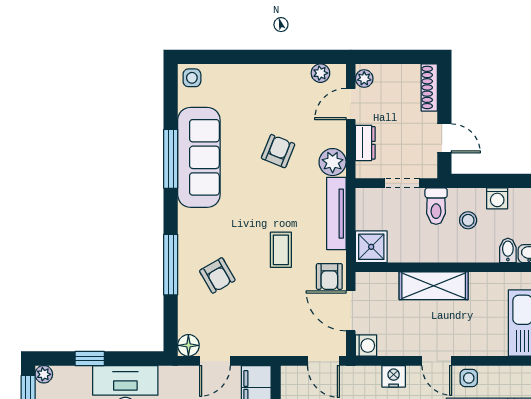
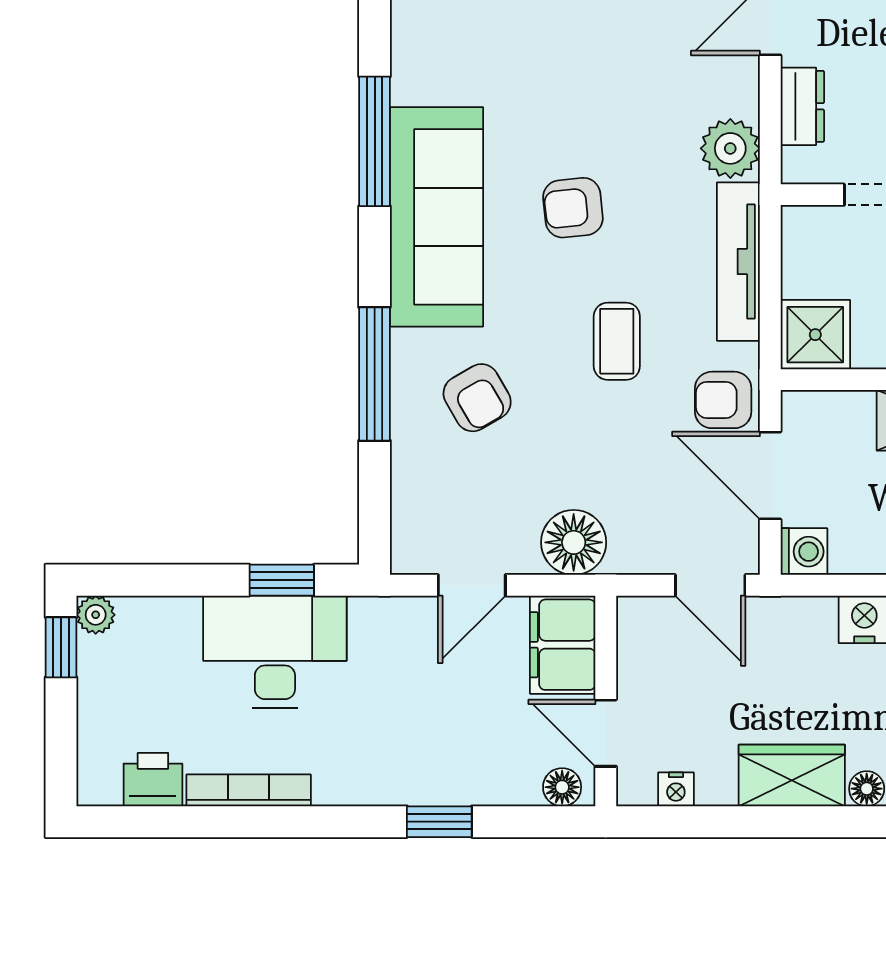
armchair: (278, 151) -> (573, 208), moved, turned -118
sofa: (199, 157) -> (437, 217), moved
armchair: (329, 277) -> (723, 400), turned 90
floor lamp: (188, 345) -> (574, 542), moved, width x1.38, depth x1.38
window: (90, 358) -> (282, 580), moved

